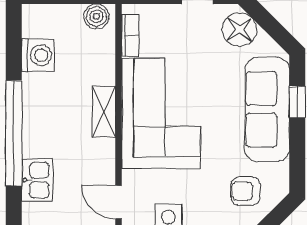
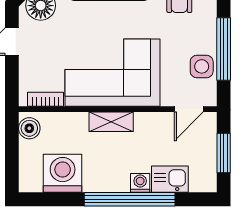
washing machine: (38, 55) -> (63, 173), width x1.37, depth x1.37
washing machine: (33, 145) -> (140, 183), added

